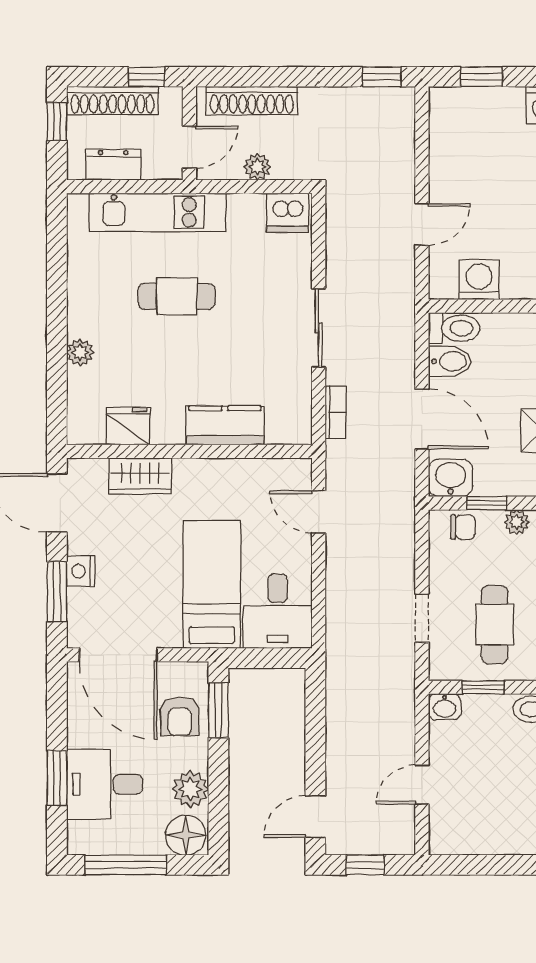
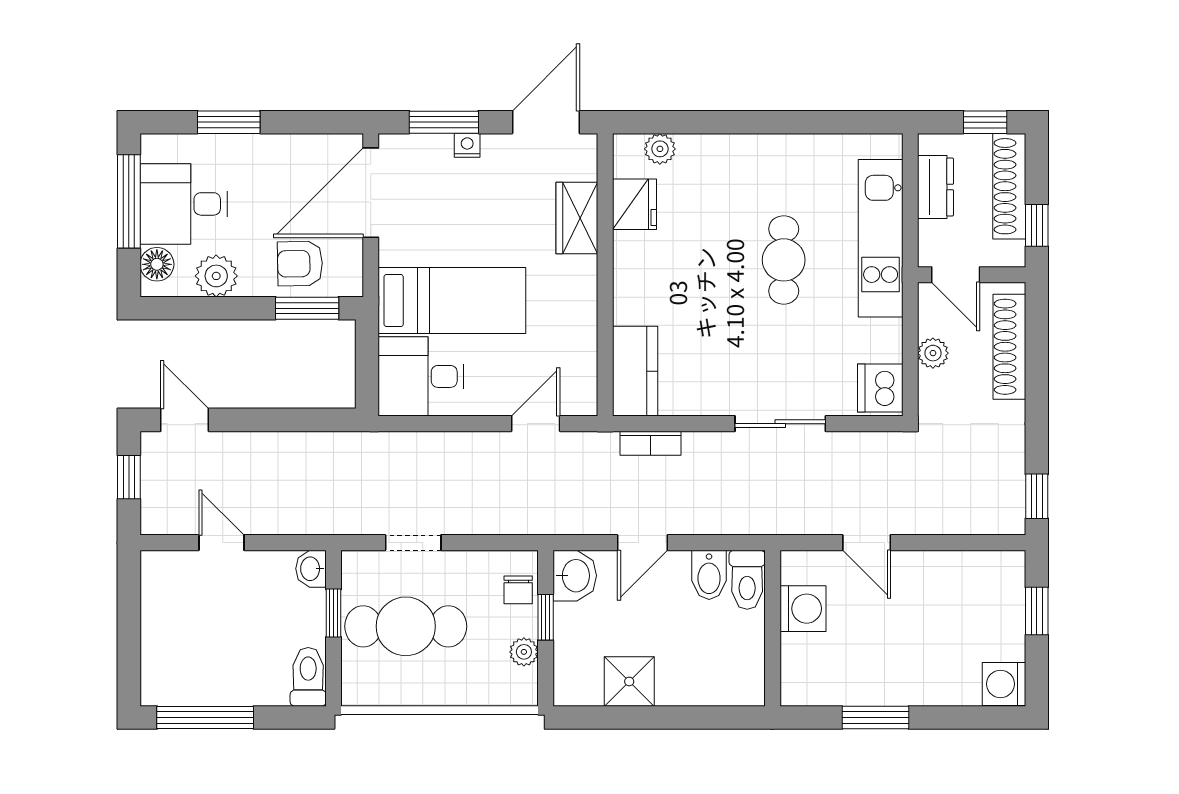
sliding door: (319, 328) -> (780, 424), moved
plant: (80, 352) -> (660, 149), moved
door: (422, 419) -> (642, 543), width x0.73
kitchen counter: (225, 425) -> (635, 371), moved
nightstand: (81, 571) -> (467, 145), width x0.72, depth x0.74
cafe table: (495, 625) -> (406, 626), width x1.37, depth x1.35
desk: (104, 784) -> (184, 204), moved, turned -90
floor lamp: (186, 835) -> (157, 264), width x0.73, depth x0.73

